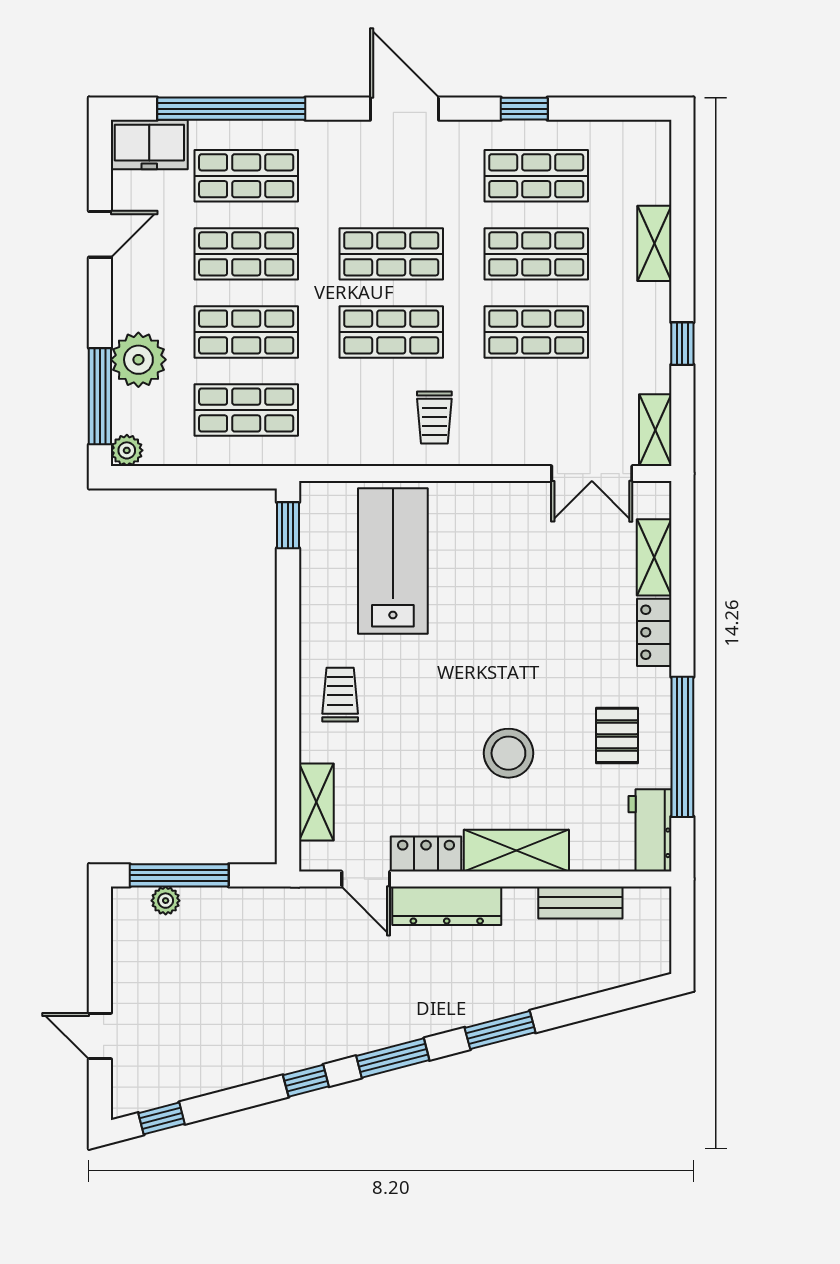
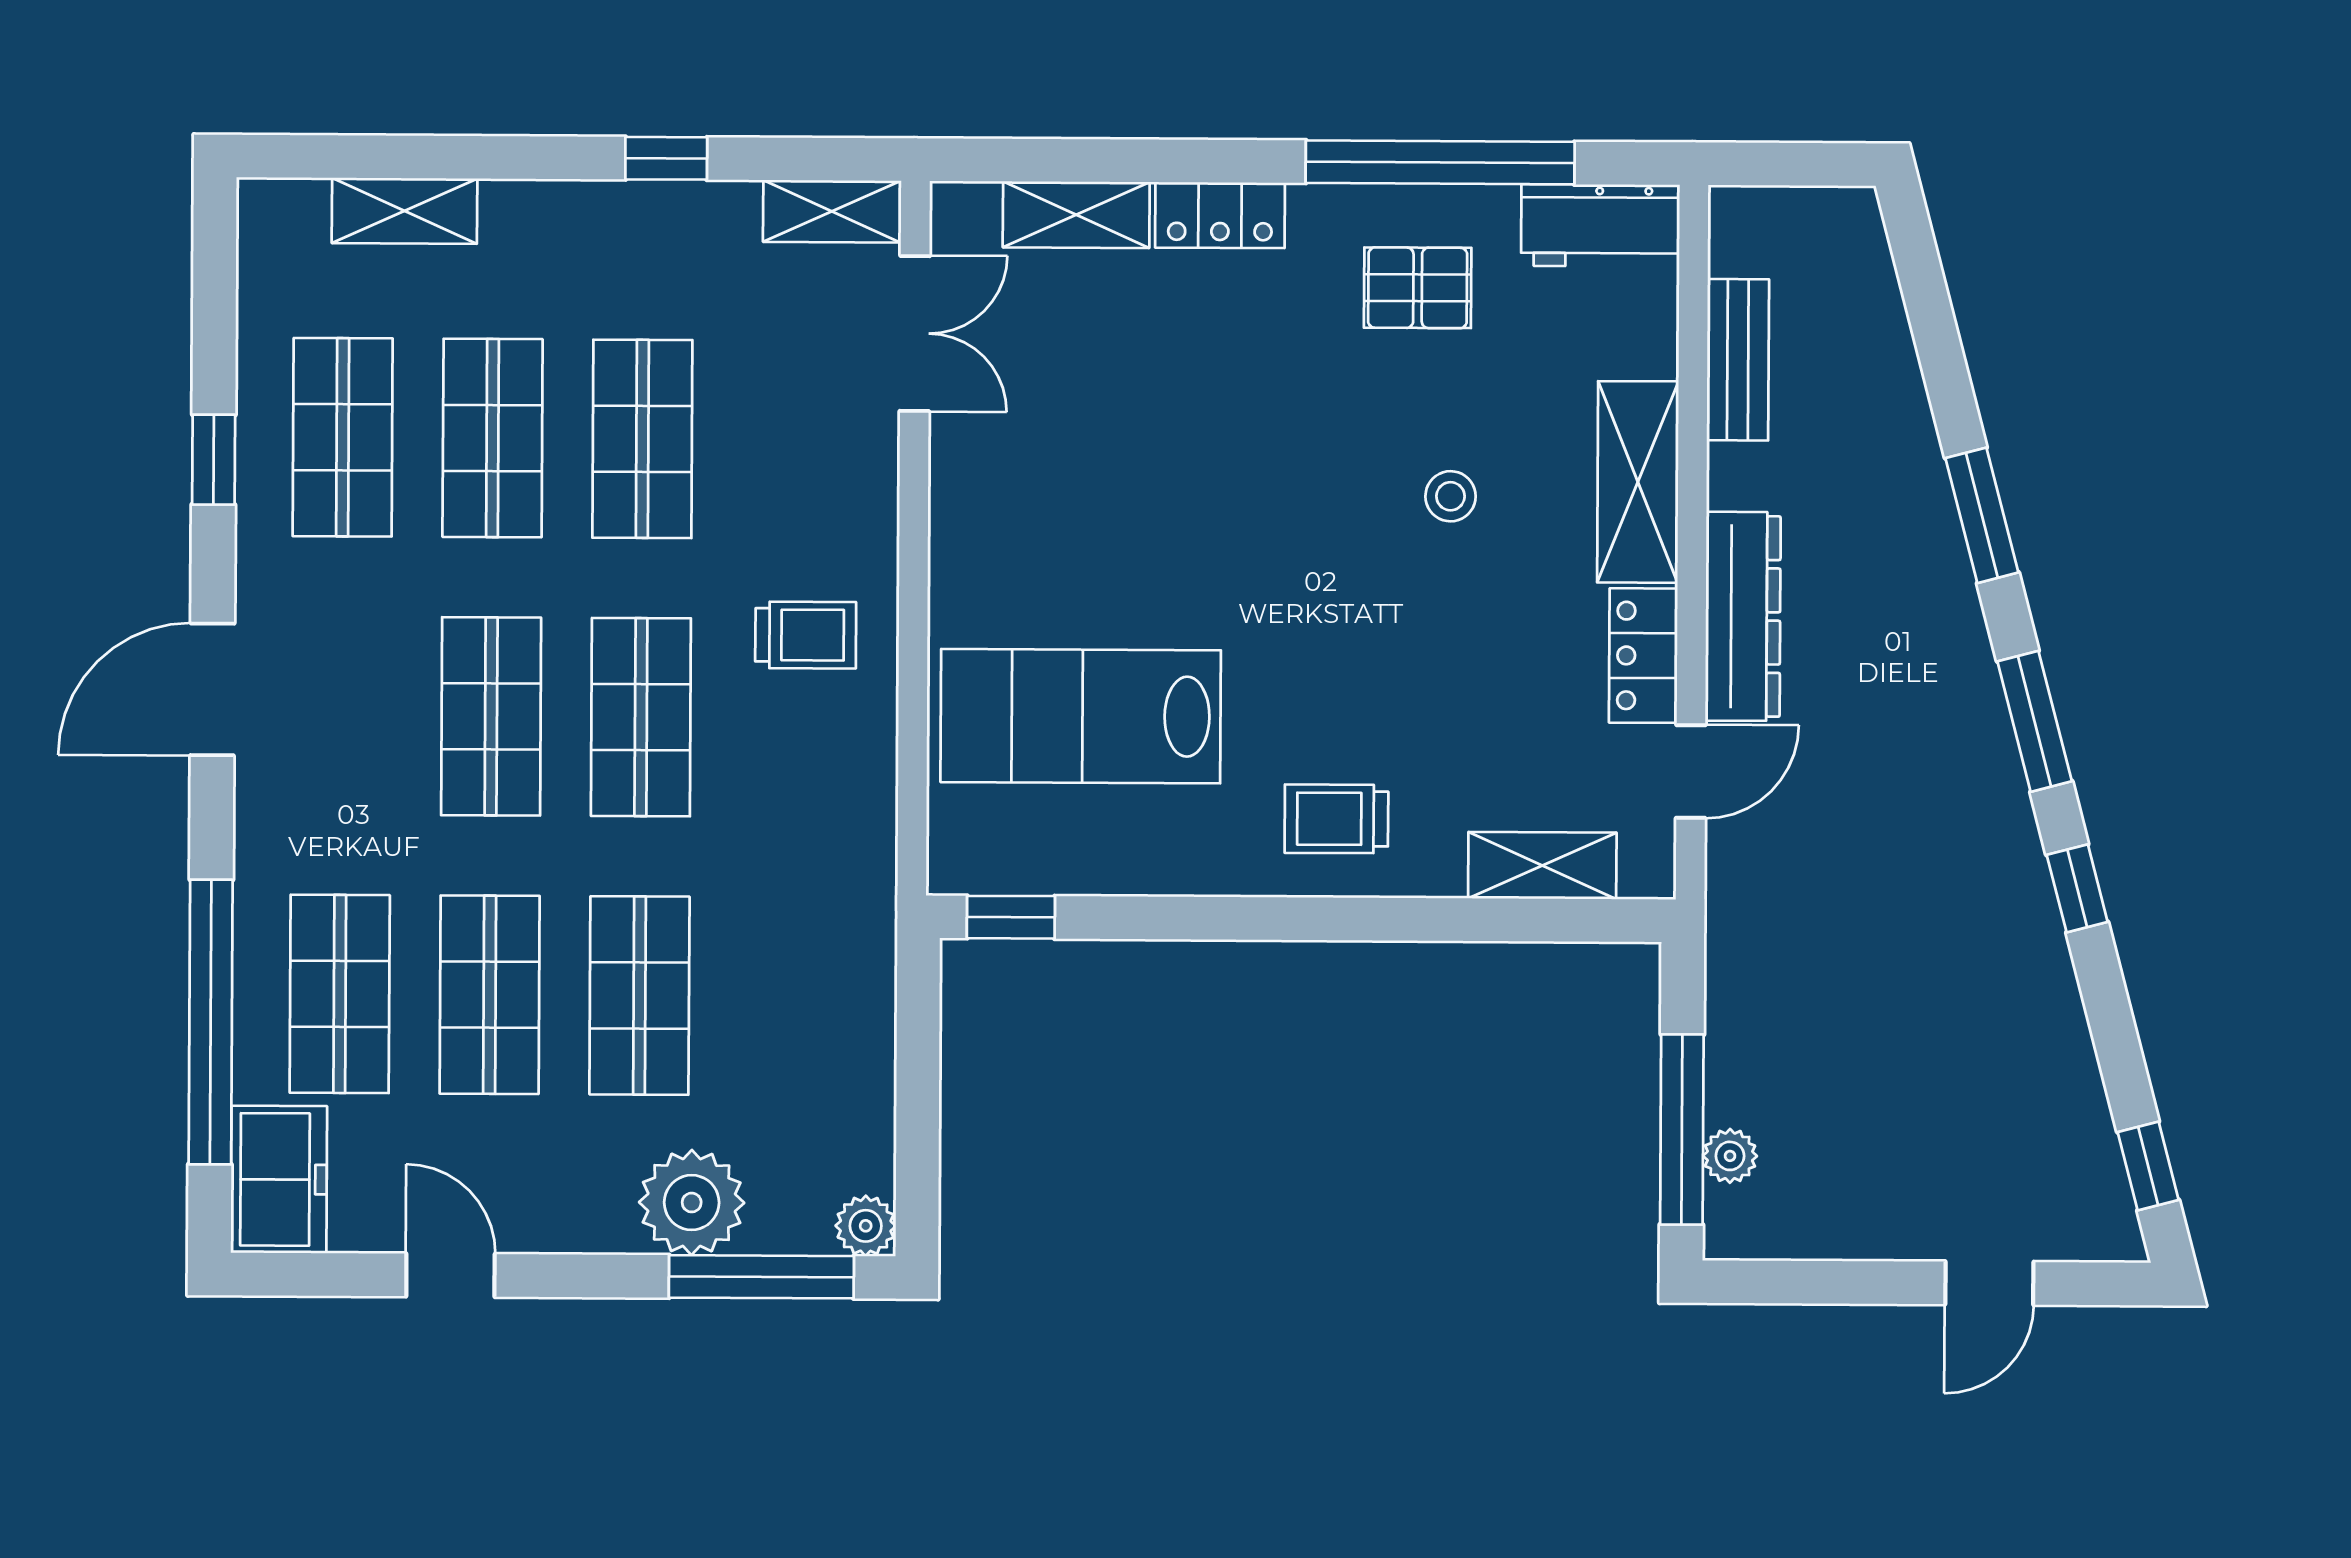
shelving: (654, 243) -> (404, 211), moved
shop shelf: (246, 410) -> (789, 996), removed
stool: (508, 753) -> (1451, 496), width x0.53, depth x0.53

